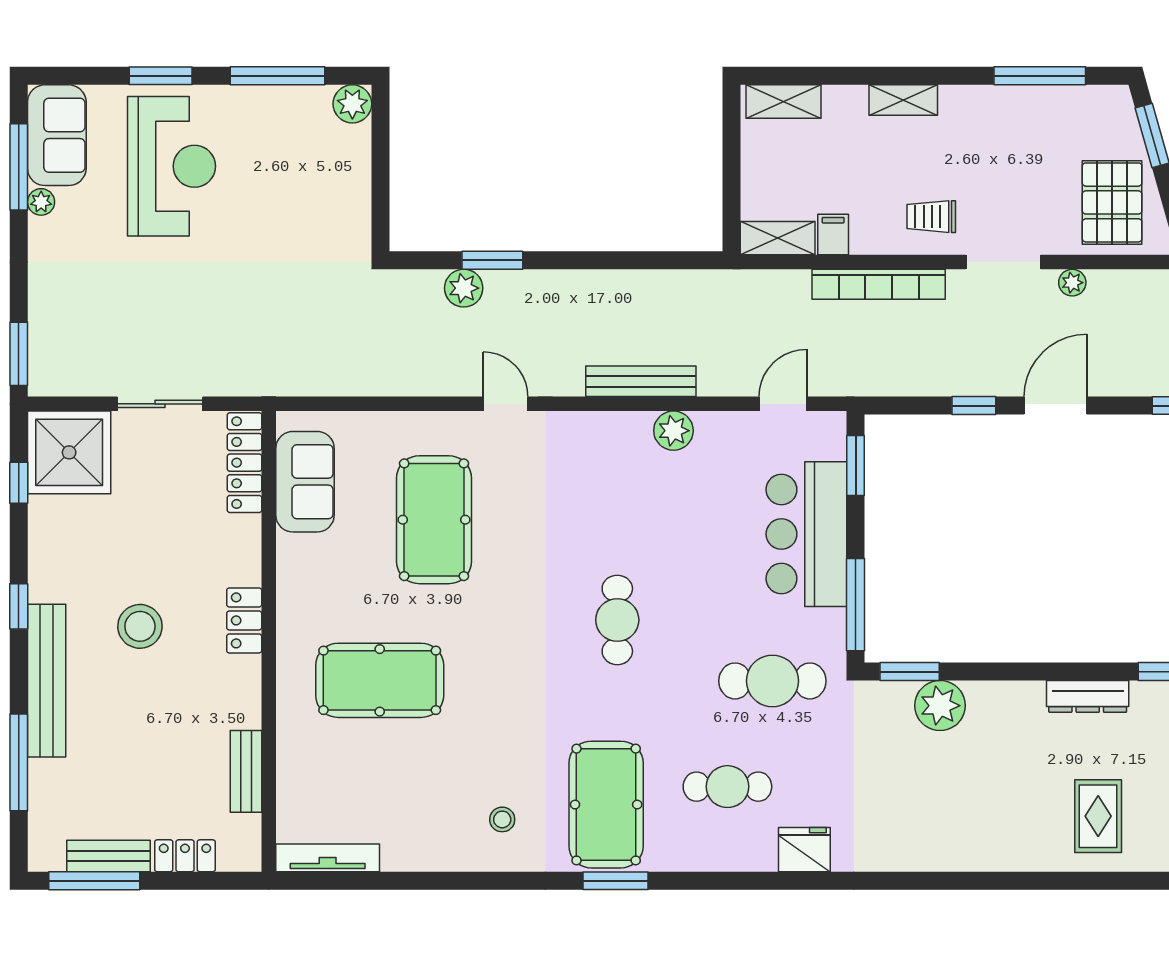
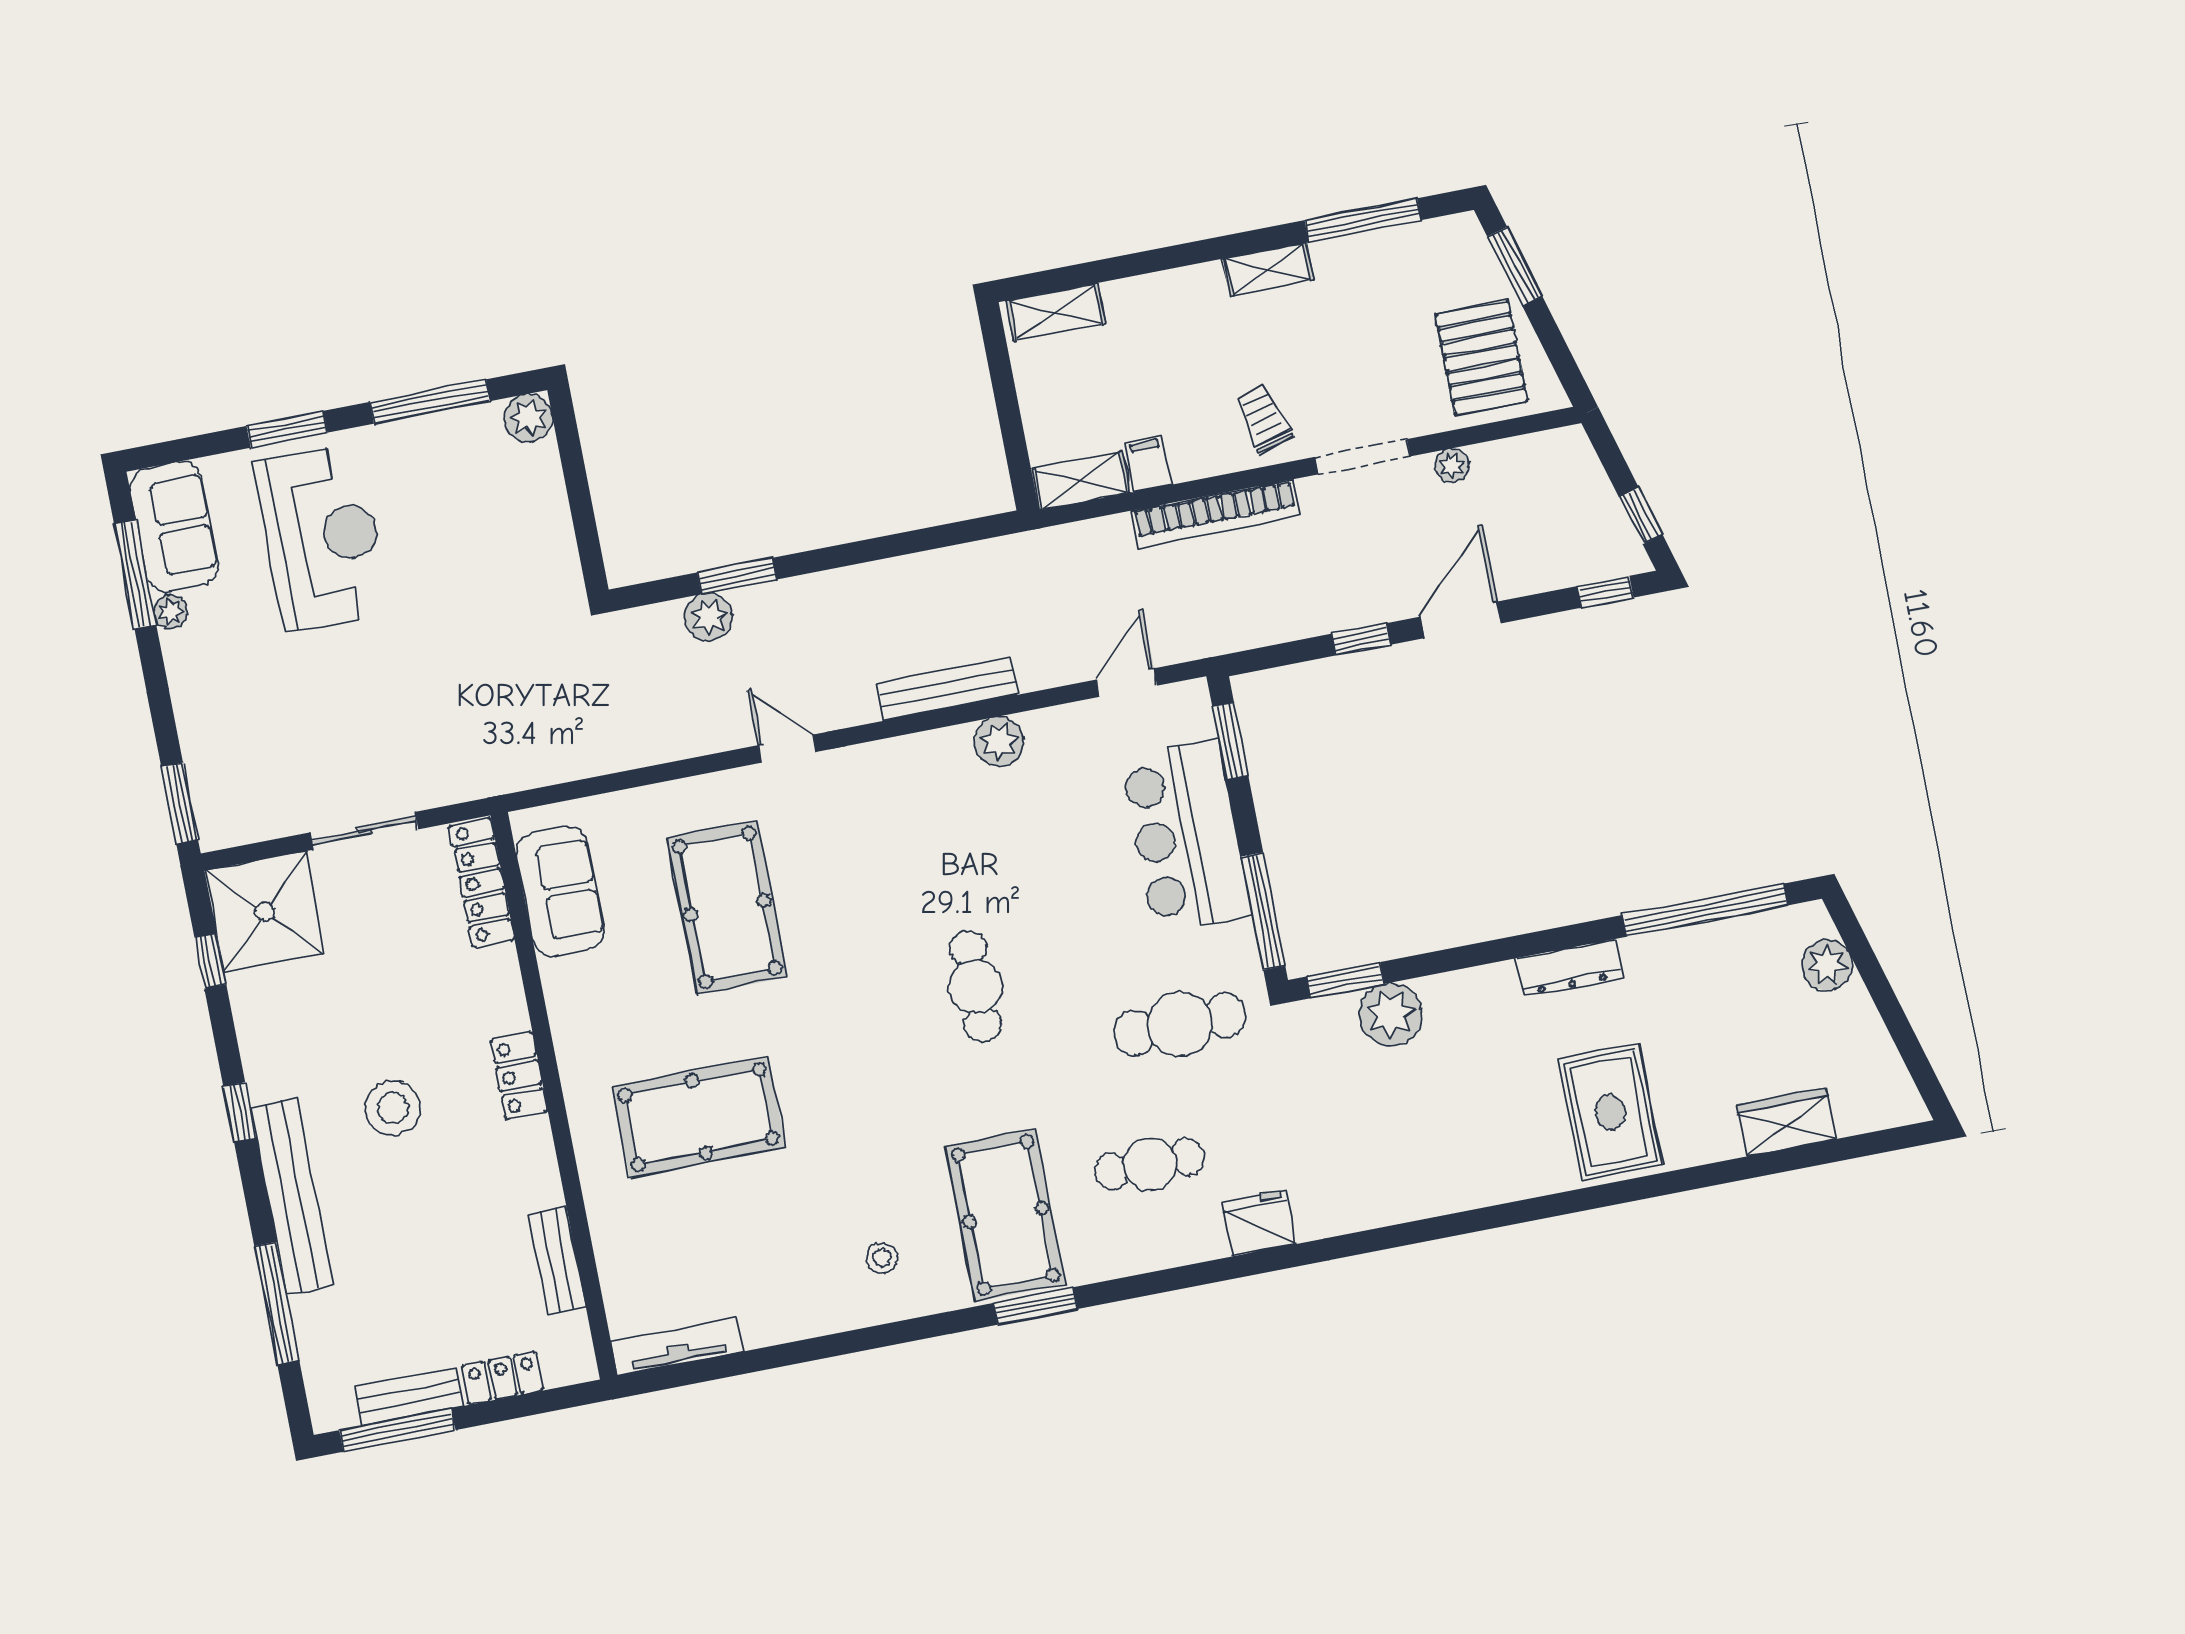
shelving: (903, 100) -> (1268, 269), moved
trolley: (931, 217) -> (1264, 418), turned 75
rug: (1098, 816) -> (1610, 1112), width x1.36, depth x1.43

